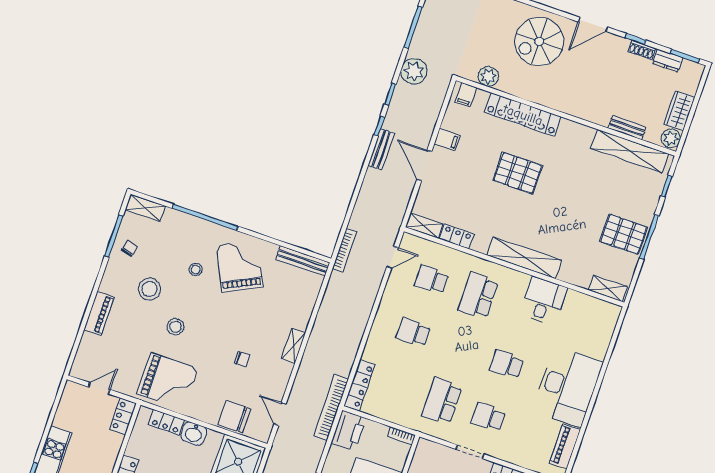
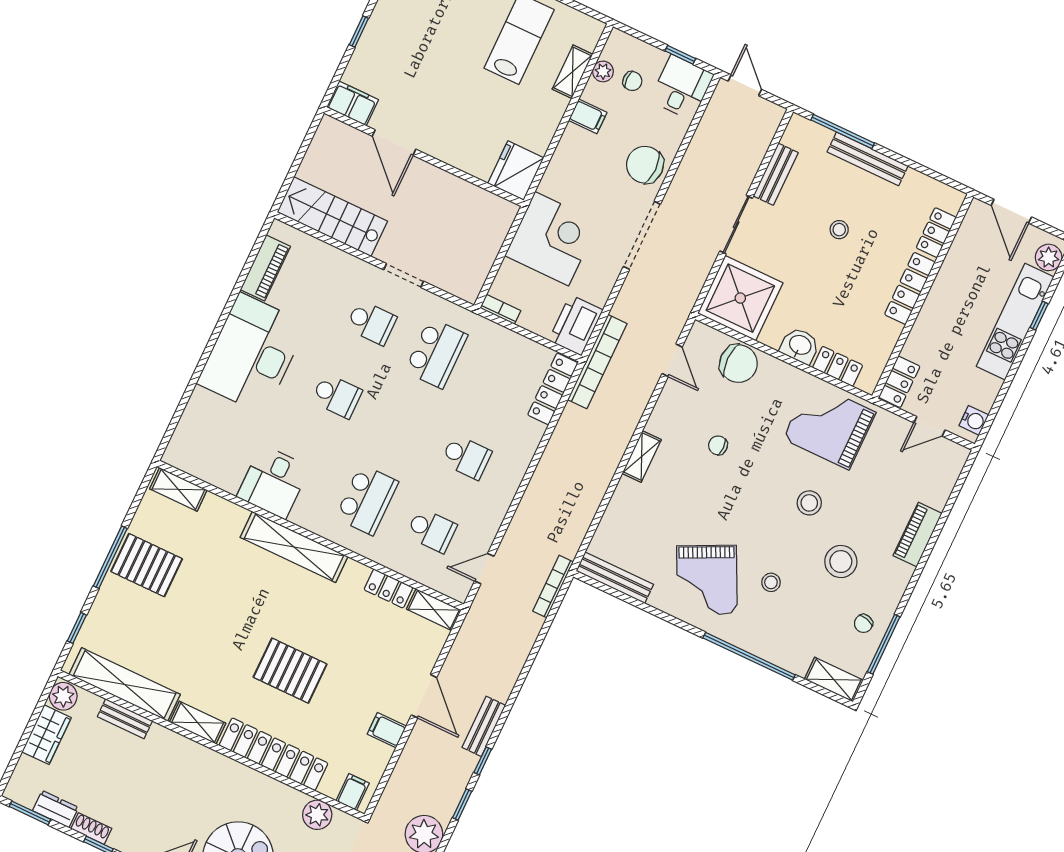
shelving: (577, 130) -> (198, 723), added
water cooler: (69, 396) -> (974, 420), added

